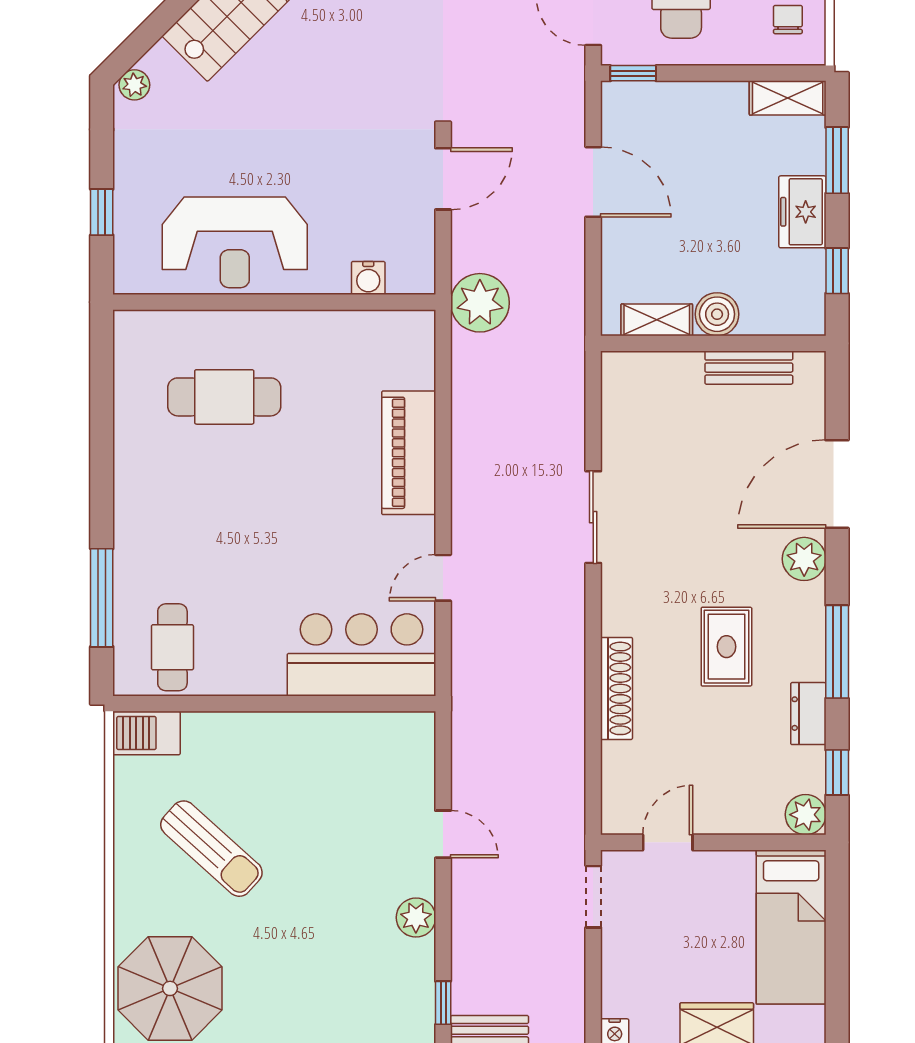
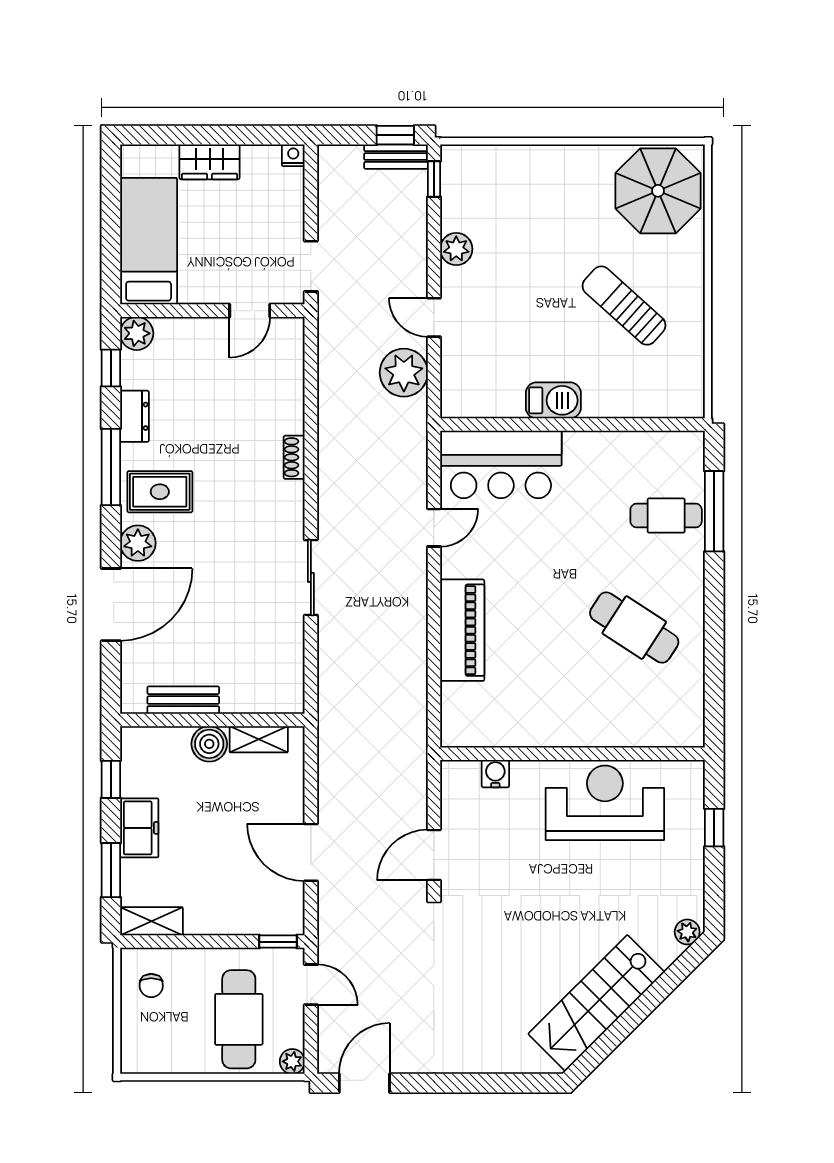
plant: (480, 303) -> (404, 373), moved
cafe table: (224, 397) -> (634, 628), moved, turned 33
cafe table: (172, 647) -> (666, 515), moved, turned 90
rug: (726, 647) -> (160, 492), moved, turned 90
shoe rack: (617, 688) -> (294, 457), width x0.51, depth x0.81
barbecue: (146, 733) -> (553, 400), moved

